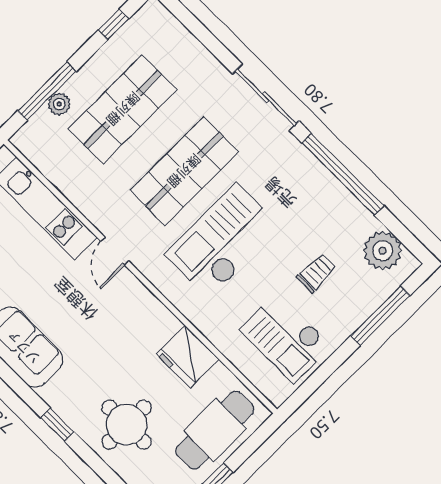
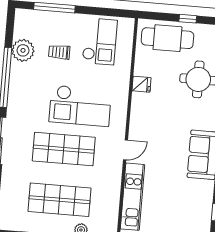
plant: (383, 251) -> (23, 50), moved
fridge: (188, 357) -> (142, 84), width x0.53, depth x0.75

